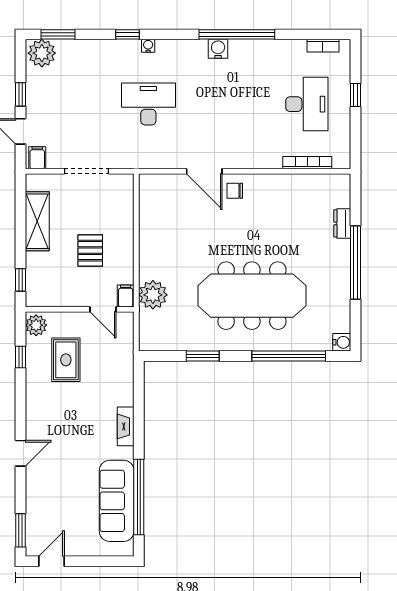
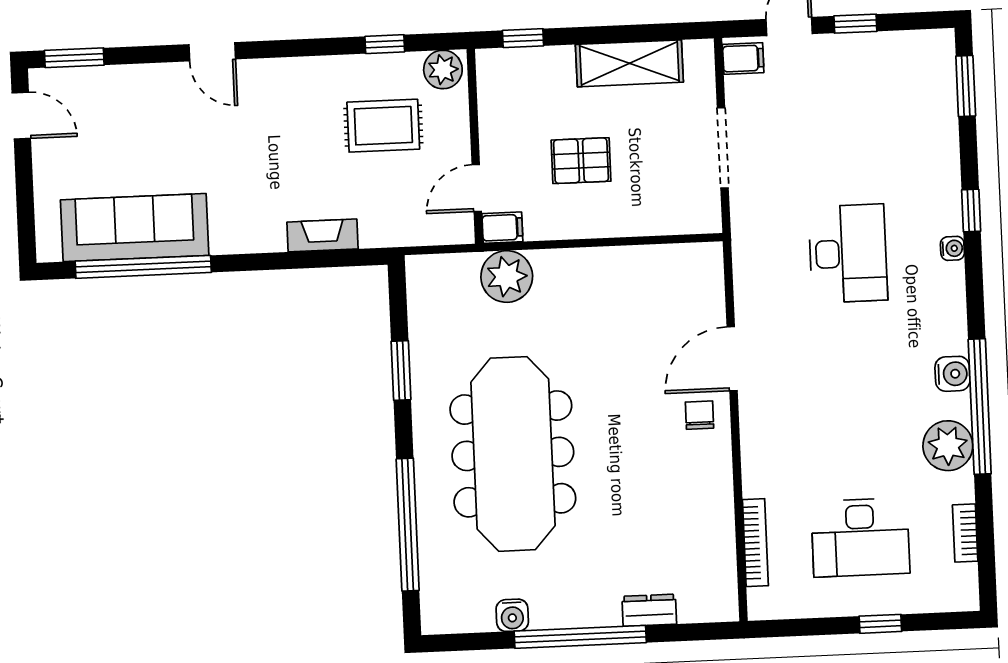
bookcase: (323, 46) -> (965, 533), moved
plant: (42, 53) -> (948, 446), moved
water cooler: (342, 342) -> (512, 615), moved
fireplace: (126, 426) -> (323, 235), moved

